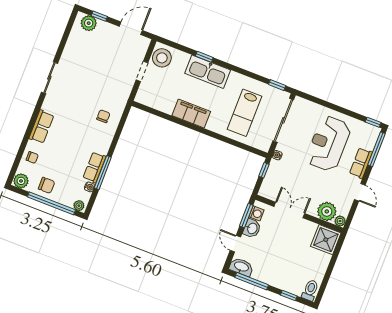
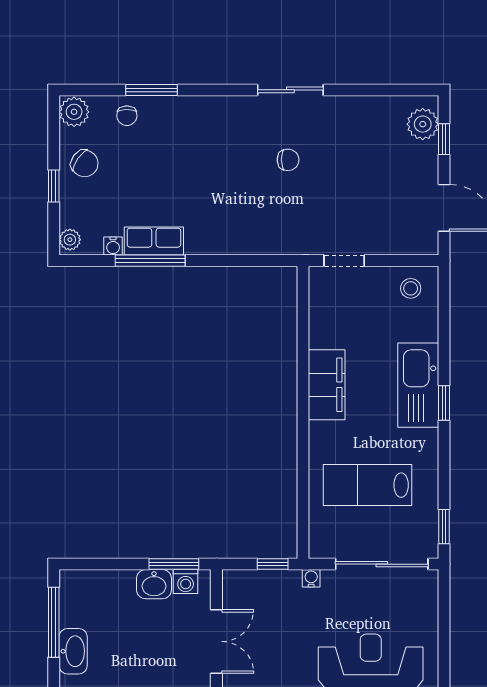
window: (204, 57) -> (444, 403), moved
stool: (162, 58) -> (411, 288), width x0.53, depth x0.53
doorway: (142, 71) -> (344, 261), moved
chair: (103, 116) -> (288, 160), moved
row of seats: (41, 127) -> (192, 111), removed
window: (25, 142) -> (151, 90), added
chair: (47, 185) -> (85, 163), turned -55
window: (51, 203) -> (54, 186), width x0.32
door: (235, 244) -> (113, 564), removed
washbasin: (241, 267) -> (73, 651), moved

